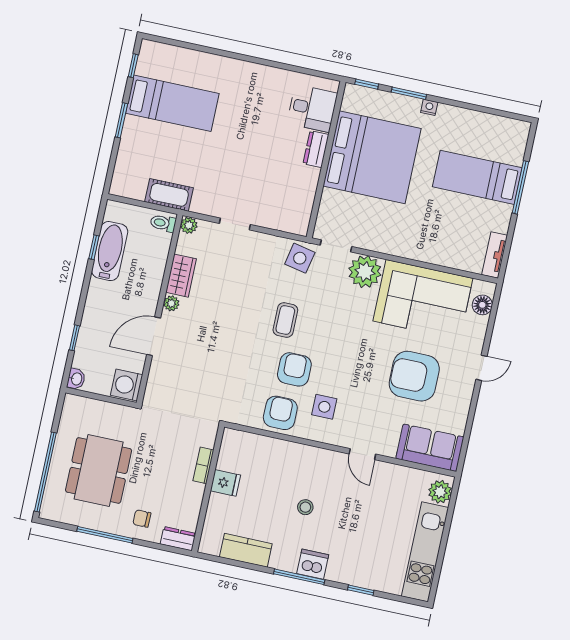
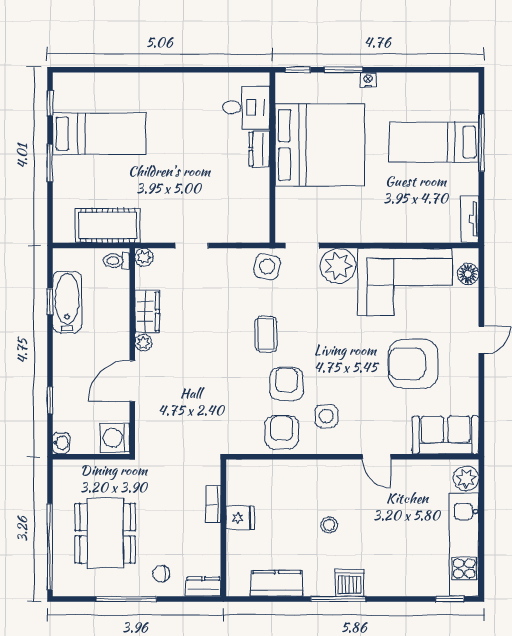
cot: (169, 195) -> (108, 226), width x1.37, depth x1.34
window: (361, 590) -> (450, 599), moved

